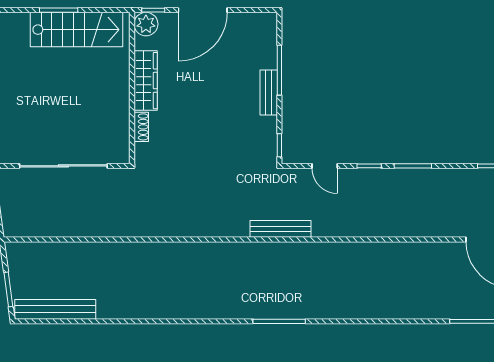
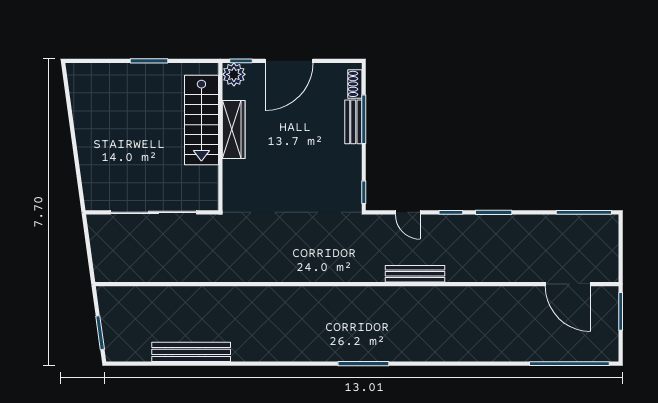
stairs: (77, 30) -> (201, 120), moved, turned 90
bench: (269, 92) -> (353, 122), moved
shoe rack: (141, 127) -> (355, 84), moved, turned 180
bench: (280, 229) -> (415, 274), moved
bench: (55, 309) -> (191, 352), moved

